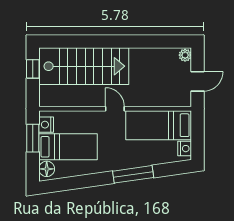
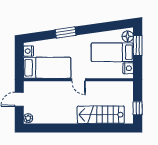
stairs: (84, 66) -> (101, 115), width x0.73, depth x0.66
window: (33, 138) -> (138, 46), moved
window: (133, 174) -> (66, 32), width x0.69

